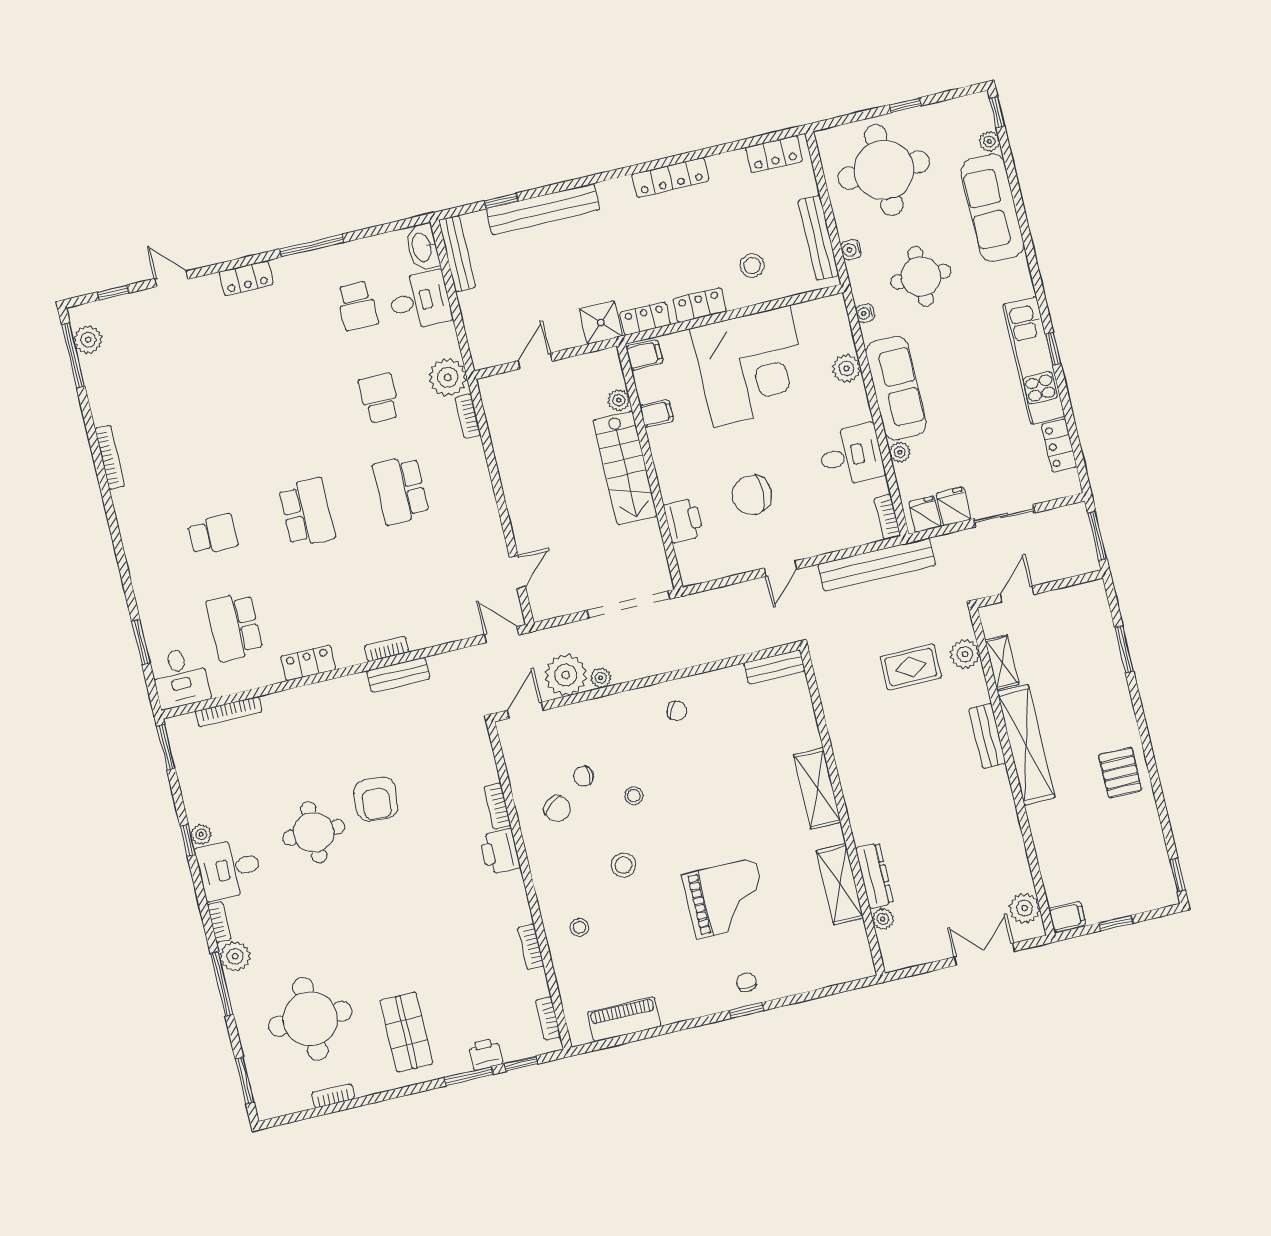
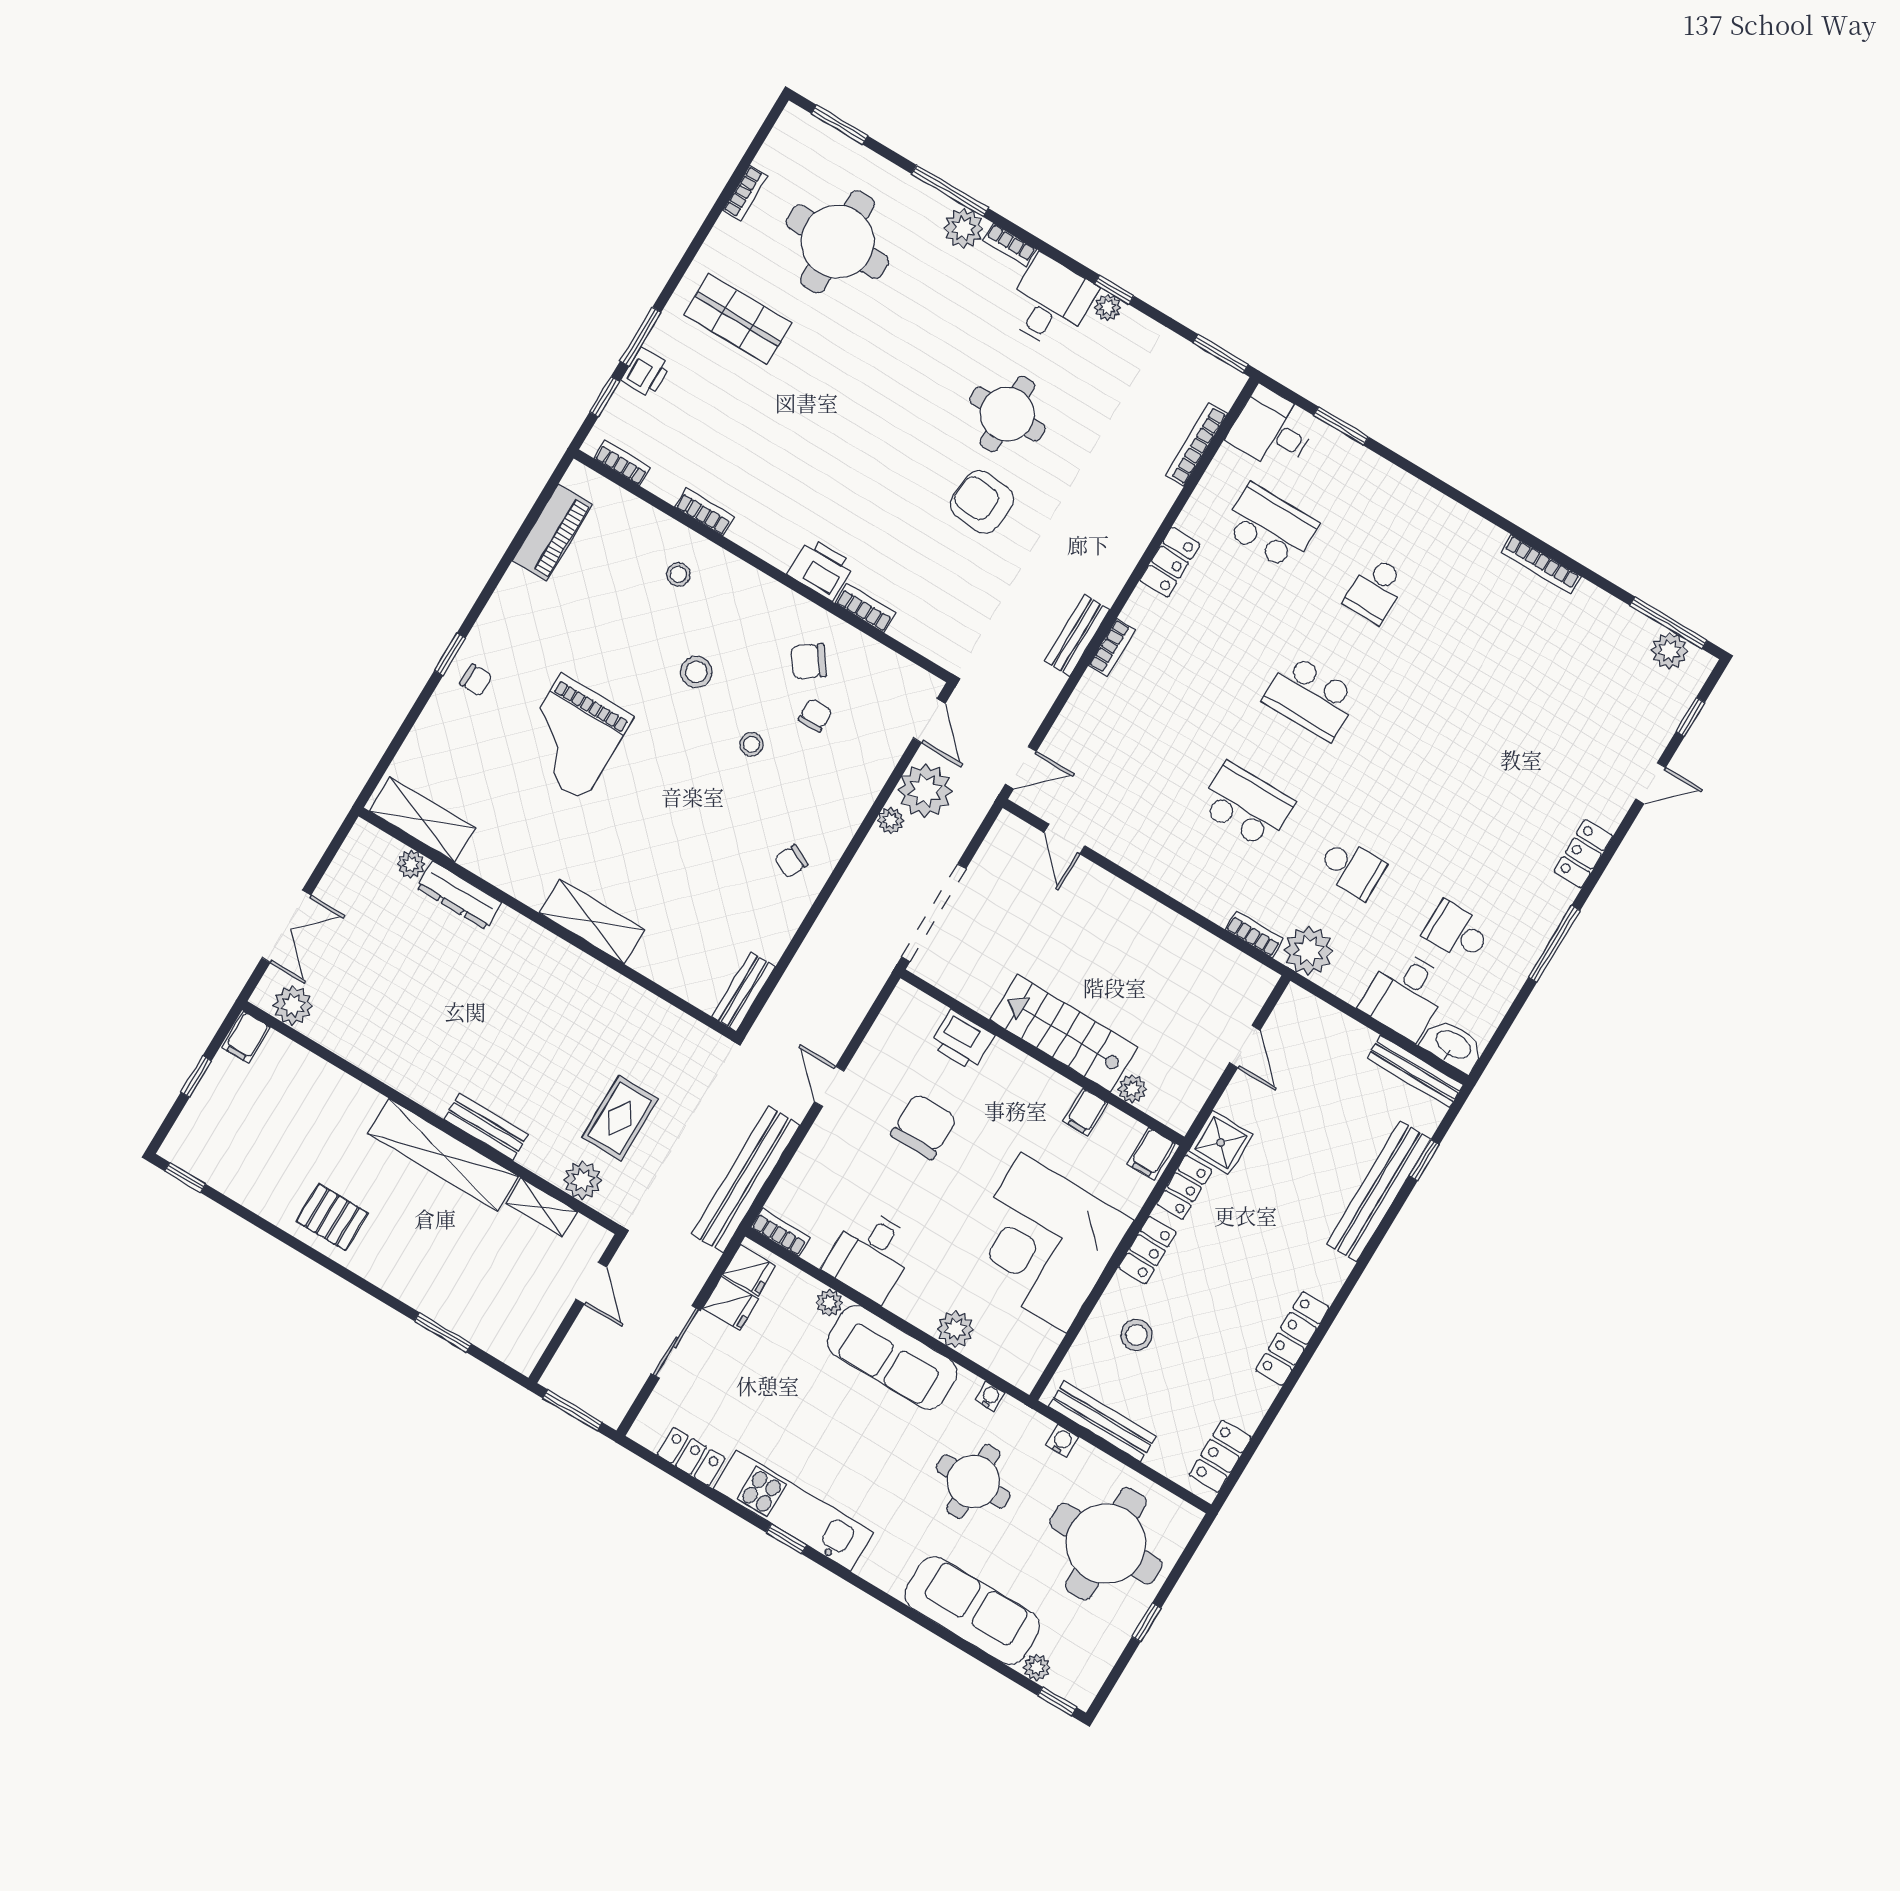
shelving: (840, 884) -> (422, 819), moved

